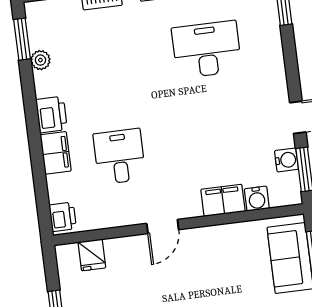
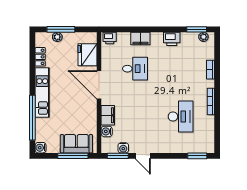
plant: (40, 60) -> (203, 37), moved
printer: (52, 114) -> (172, 39), moved
door: (163, 227) -> (99, 85), width x1.88
fridge: (92, 255) -> (87, 55), width x1.88, depth x1.34

